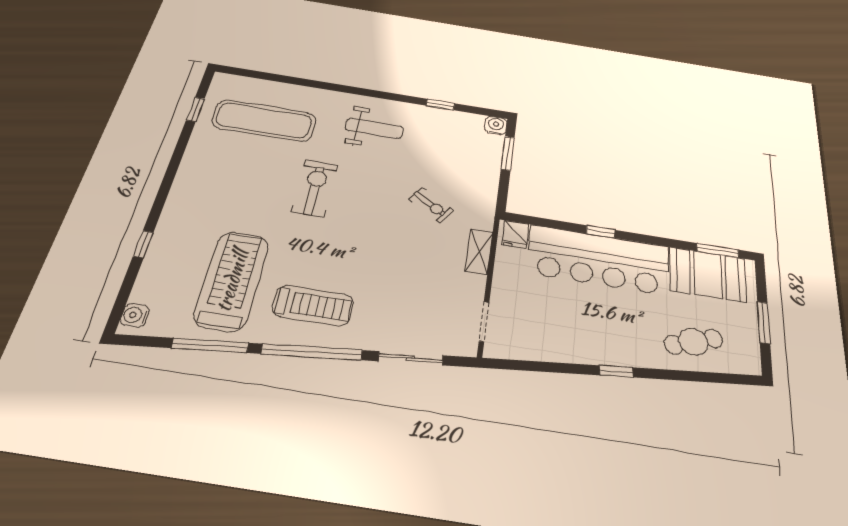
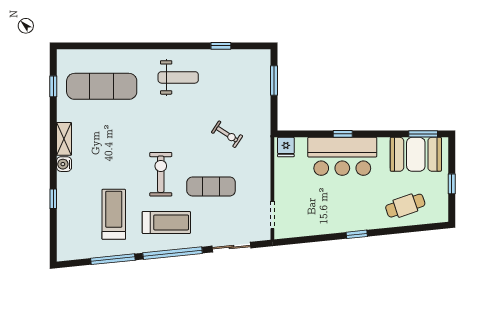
water cooler: (496, 125) -> (263, 57), removed
exercise bike: (315, 188) -> (161, 174), moved
shelving: (479, 251) -> (64, 139), moved
bar counter: (598, 260) -> (342, 156), width x0.73
exercise mat: (394, 267) -> (211, 186), added
treadmill: (232, 281) -> (114, 214), width x0.73, depth x0.73
water cooler: (135, 315) -> (64, 164), moved
window: (764, 323) -> (452, 184), width x0.67

